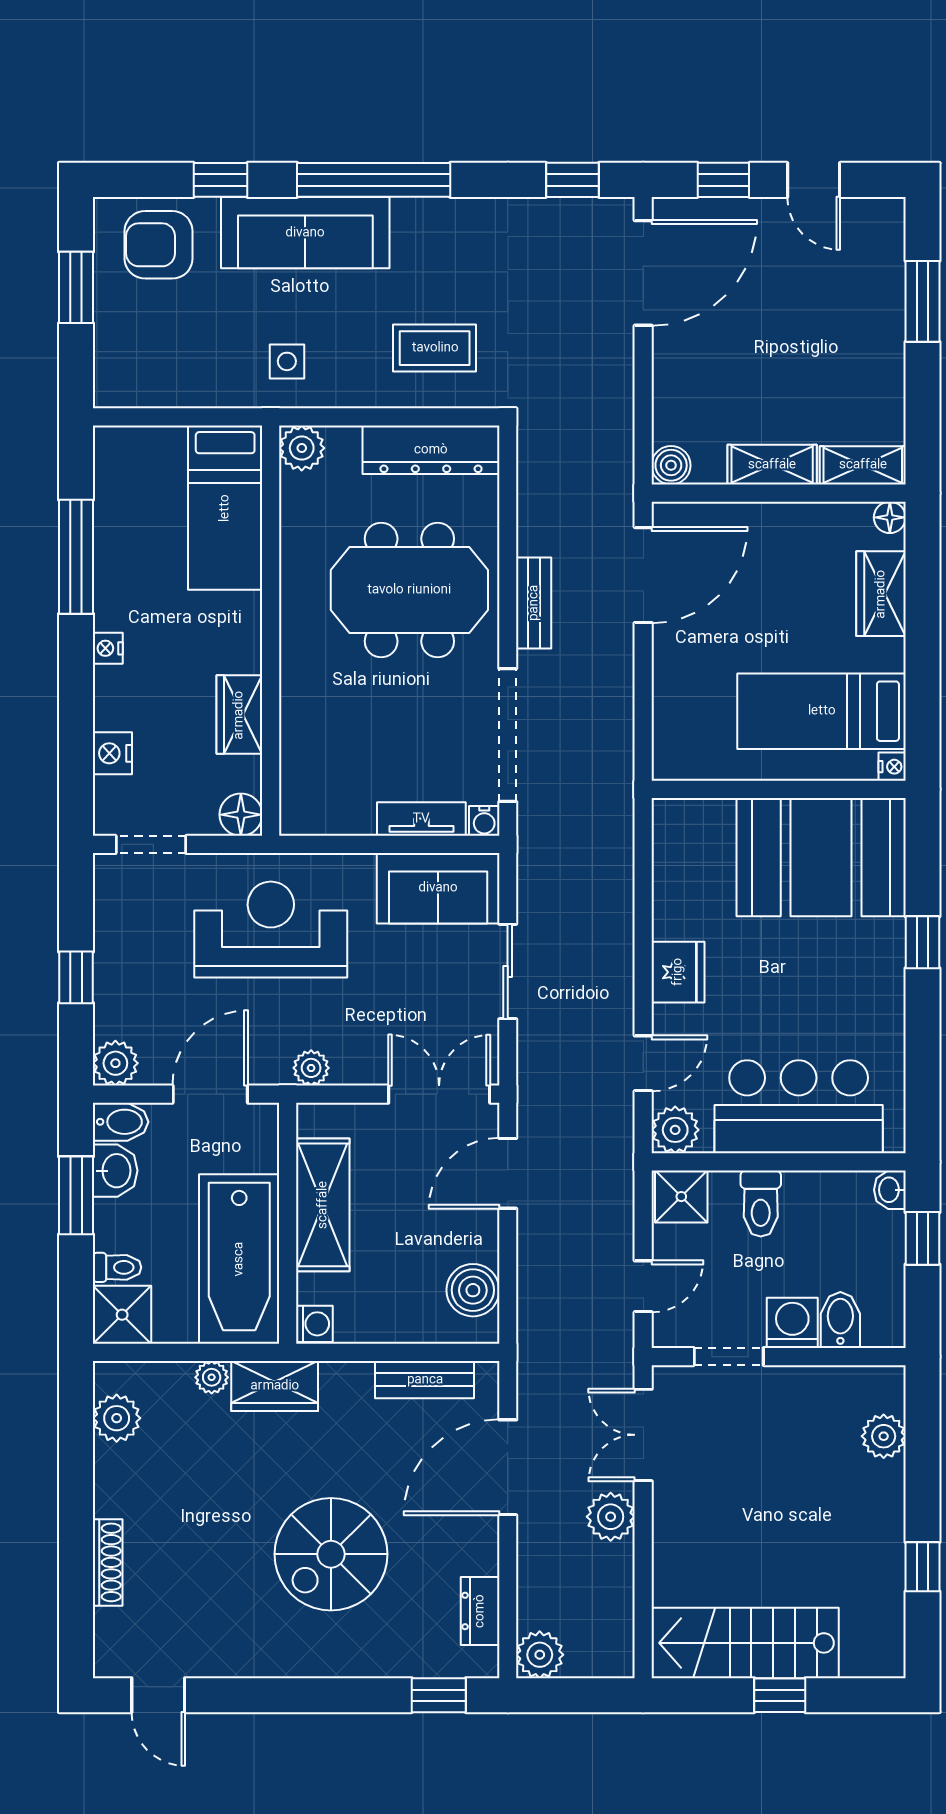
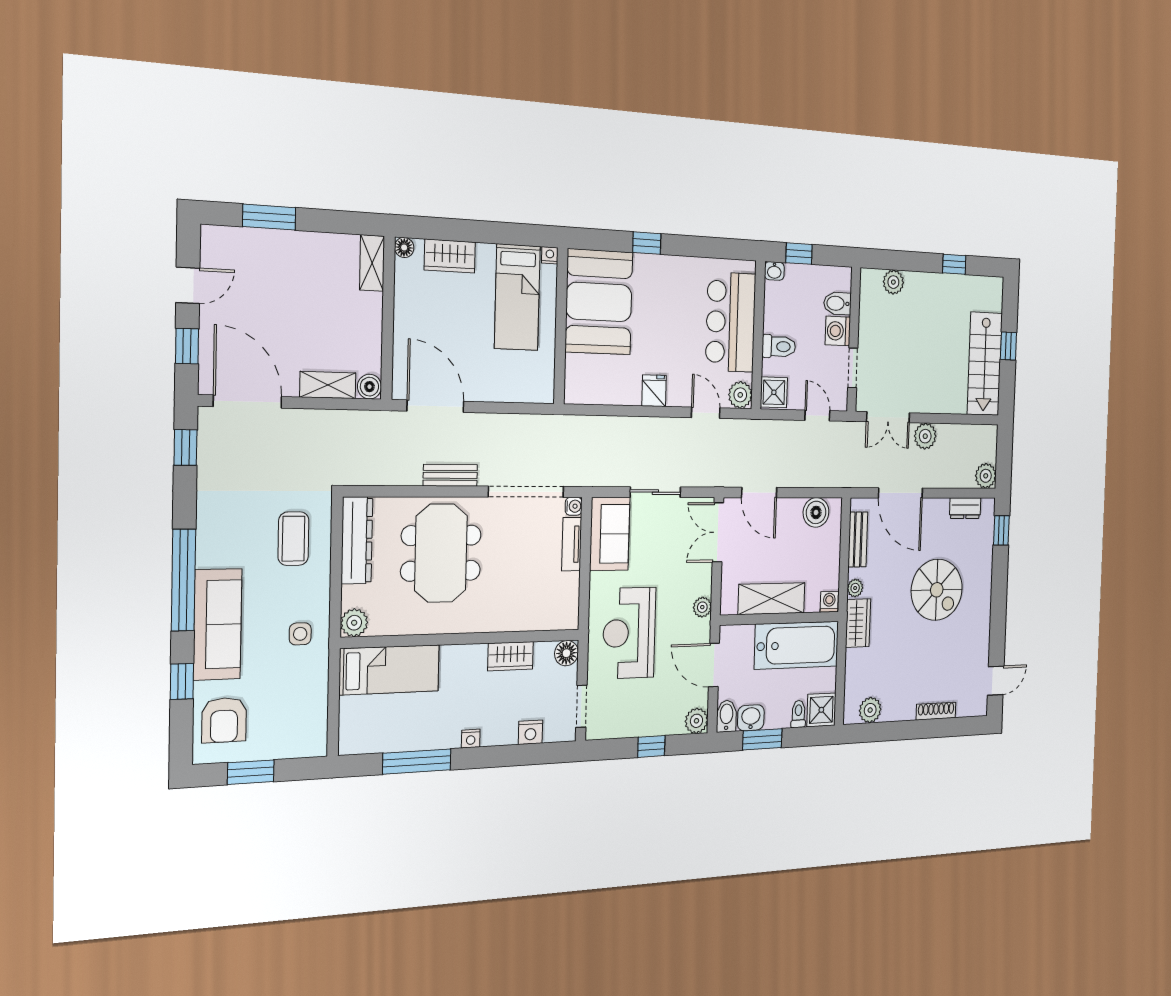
shelving: (772, 465) -> (328, 385), moved, turned 90
fridge: (678, 972) -> (654, 391), width x0.72
plant: (212, 1377) -> (855, 588), moved

